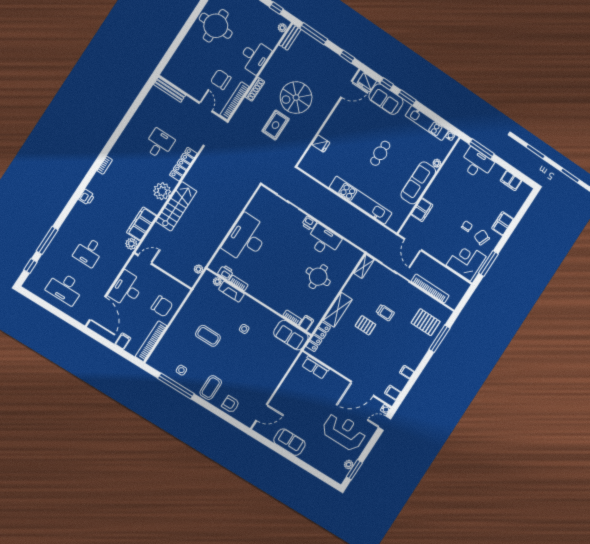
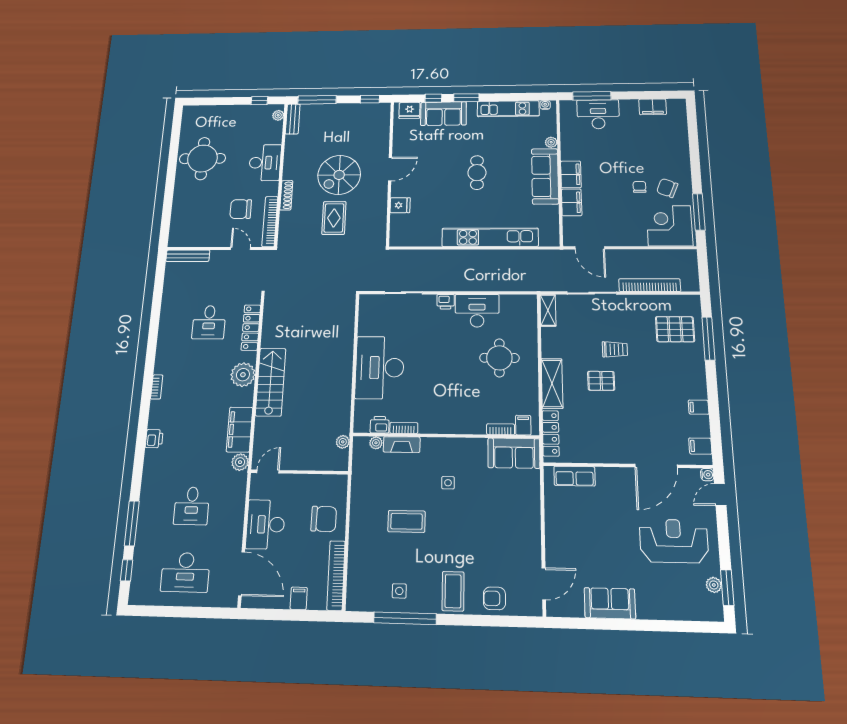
door: (347, 89) -> (390, 169), moved
desk: (159, 144) -> (209, 322), turned 180
filing cabinet: (503, 224) -> (571, 174), moved, turned 180

